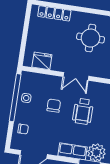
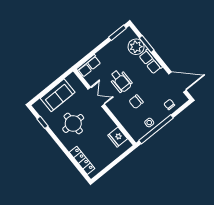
double door: (76, 76) -> (96, 97), moved
wheelchair: (83, 111) -> (121, 81), turned 90

